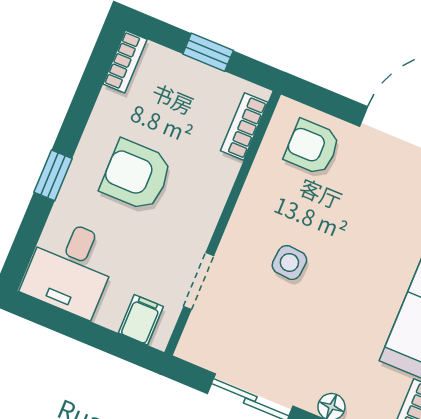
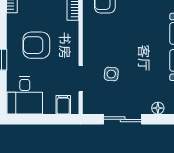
side table: (289, 263) -> (111, 74), moved

